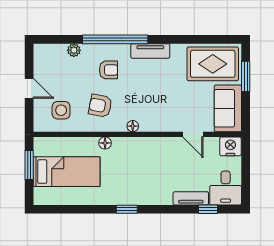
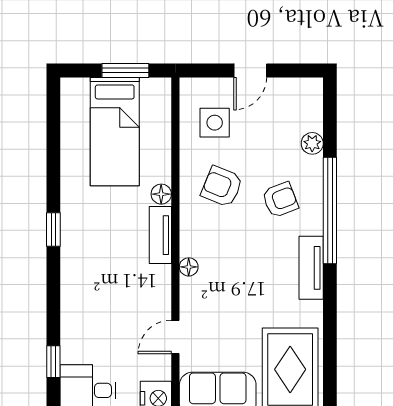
armchair: (108, 70) -> (280, 200), turned -111
armchair: (100, 106) -> (222, 186), turned -79
floor lamp: (133, 126) -> (189, 267), moved
tv unit: (191, 198) -> (160, 235), moved, turned 180

